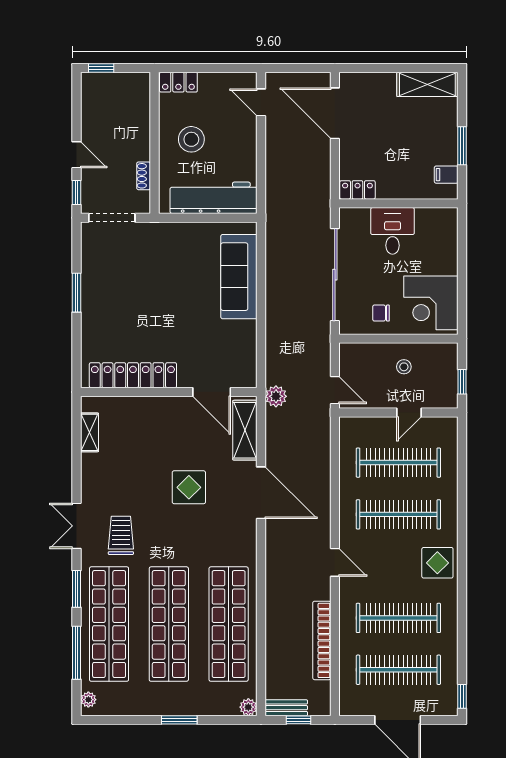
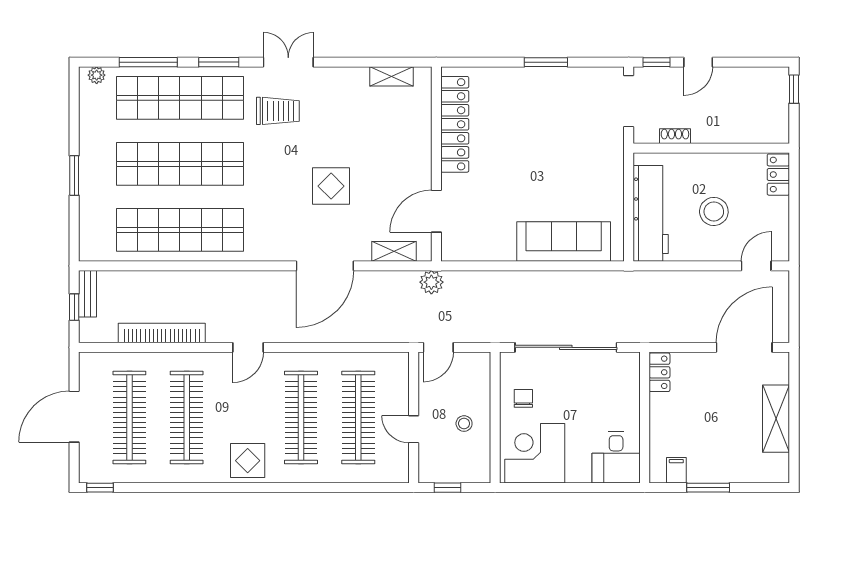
shelving: (427, 84) -> (776, 419), moved
stool: (191, 139) -> (714, 211), moved
desk: (393, 231) -> (616, 457), moved, turned 90
shelving: (245, 430) -> (394, 251), width x0.67, depth x0.75
plant: (248, 707) -> (88, 252), removed

